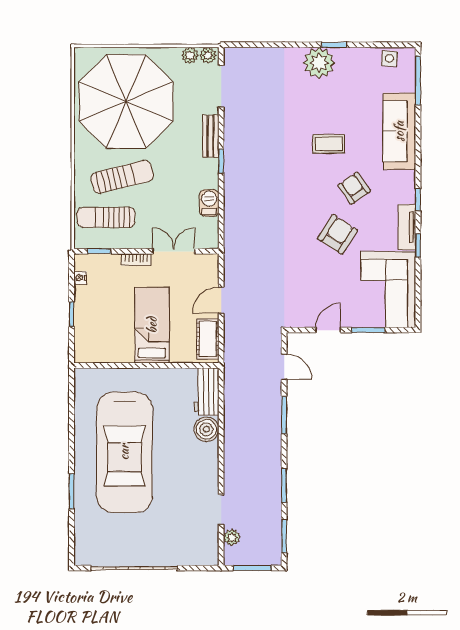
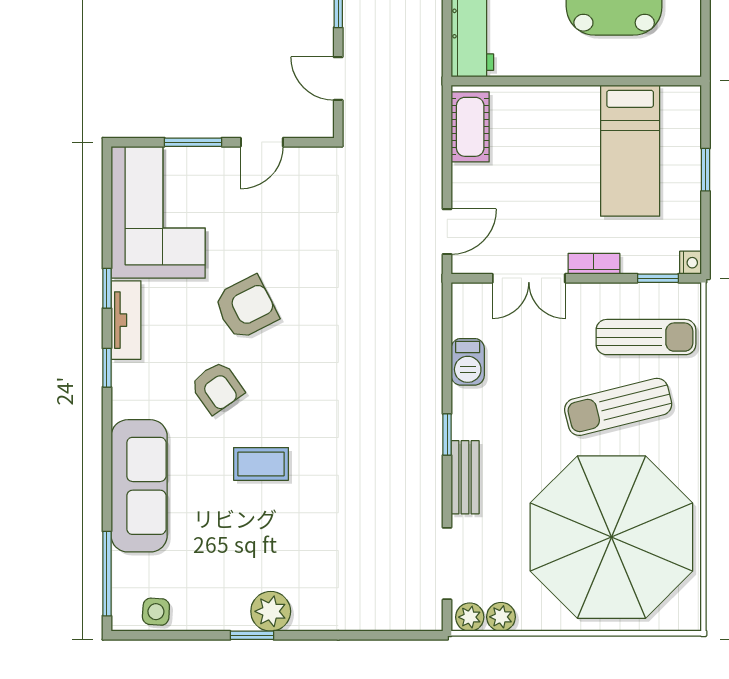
plant: (319, 63) -> (271, 611), width x0.73, depth x0.73
armchair: (337, 234) -> (246, 308), turned -150
nightstand: (80, 278) -> (691, 263), moved
door: (221, 300) -> (447, 232), moved
bed: (152, 325) -> (630, 151), moved

